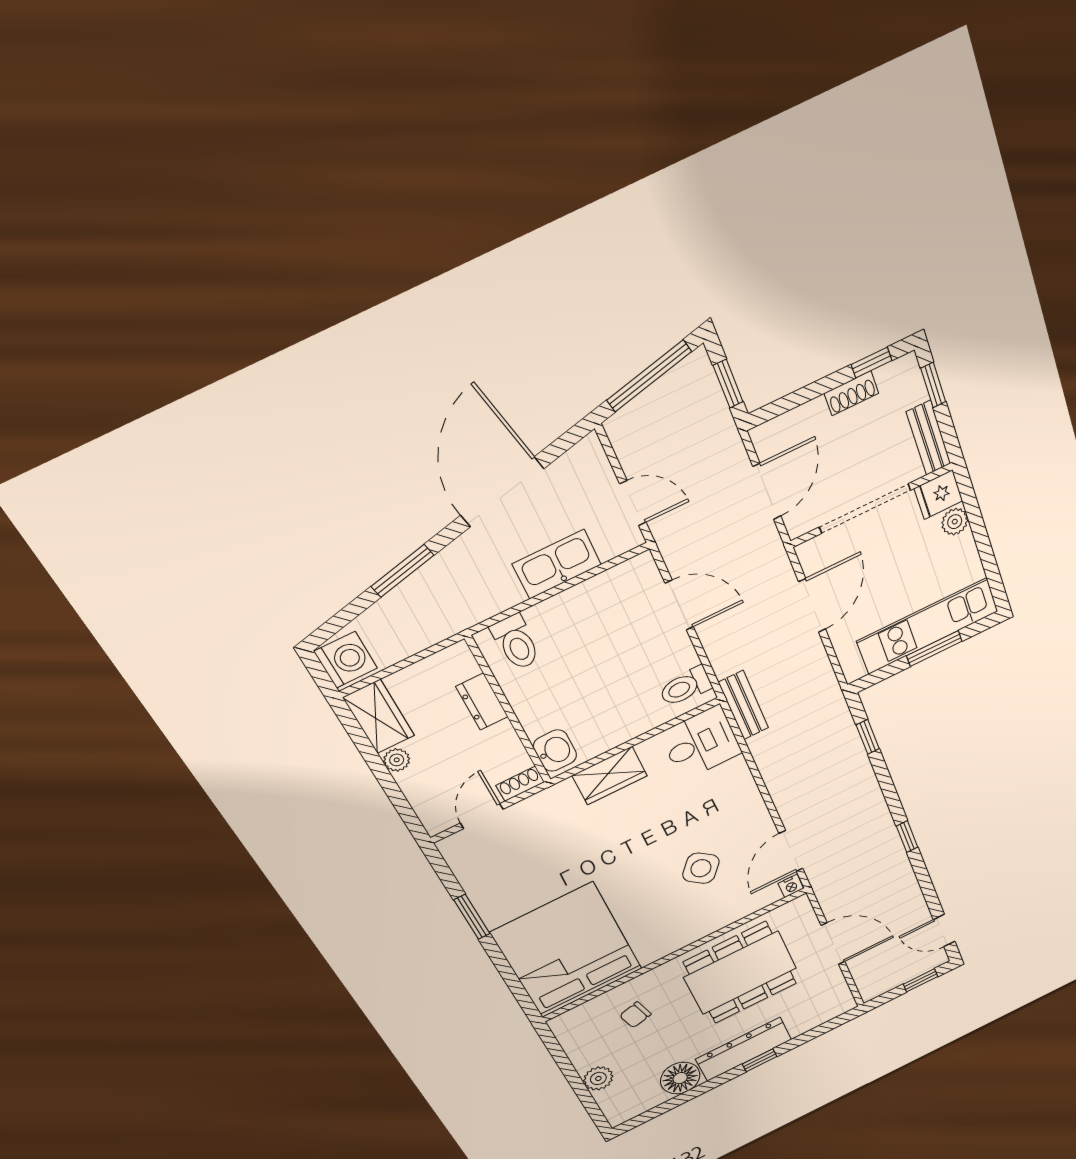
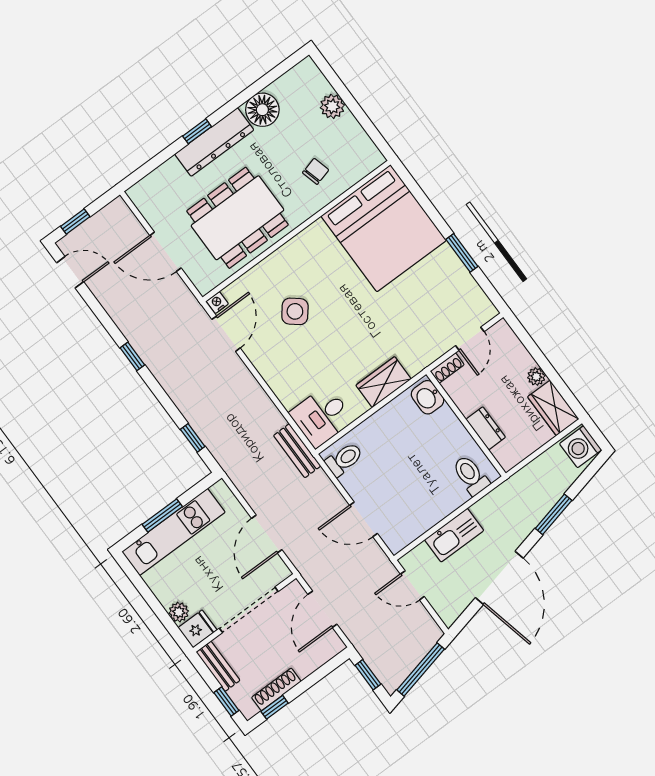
shoe rack: (851, 393) -> (276, 689), width x1.43

